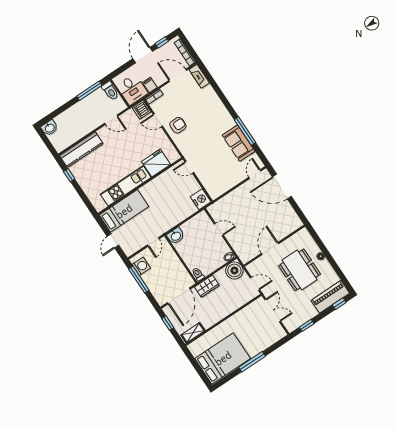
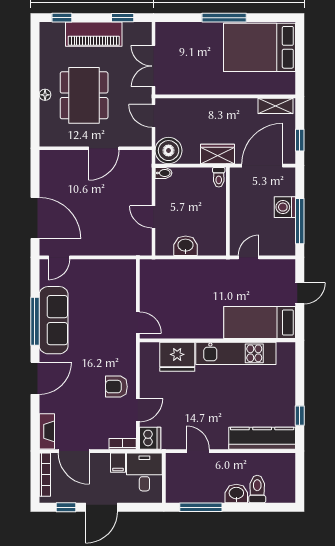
toilet: (110, 91) -> (257, 489), moved
door: (225, 101) -> (35, 378), added
door: (158, 120) -> (138, 410), hinge flipped
washbasin: (50, 128) -> (236, 494), moved
sofa: (239, 143) -> (54, 320), width x1.36
nightstand: (201, 199) -> (151, 271), removed
washbasin: (176, 236) -> (186, 246), moved
washing machine: (141, 266) -> (285, 207), moved
piano: (330, 297) -> (94, 34), moved

